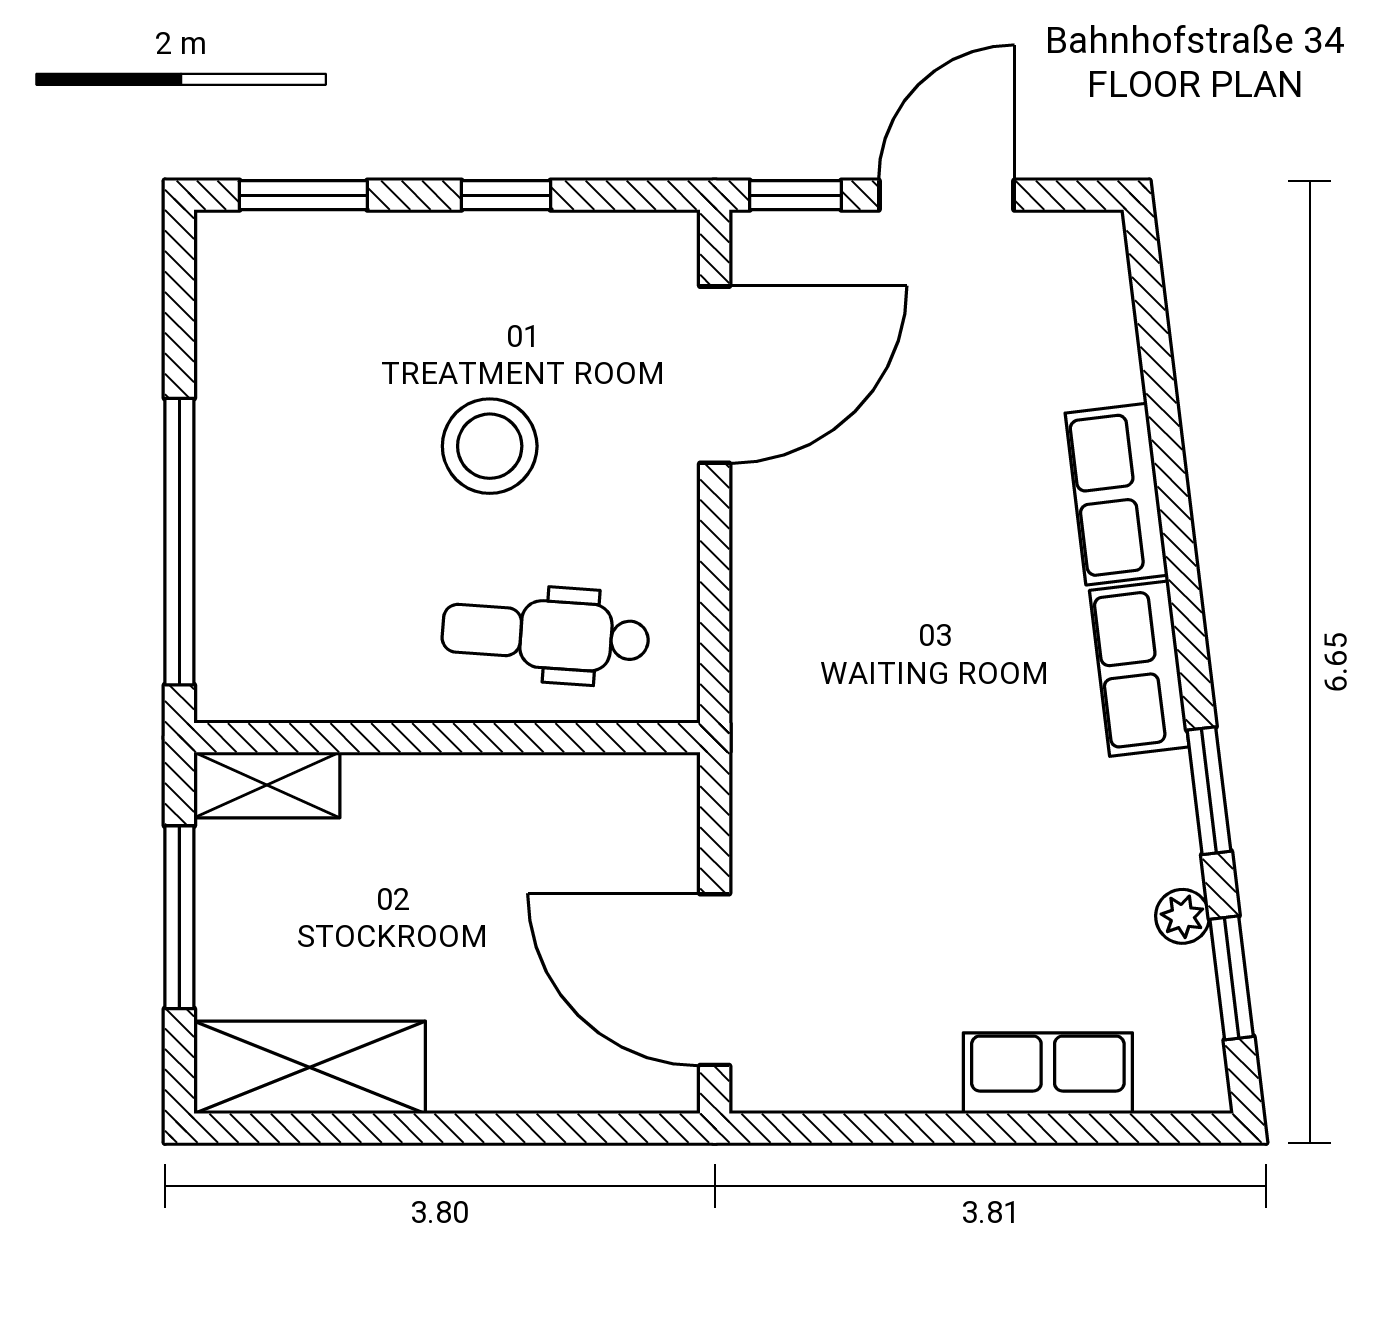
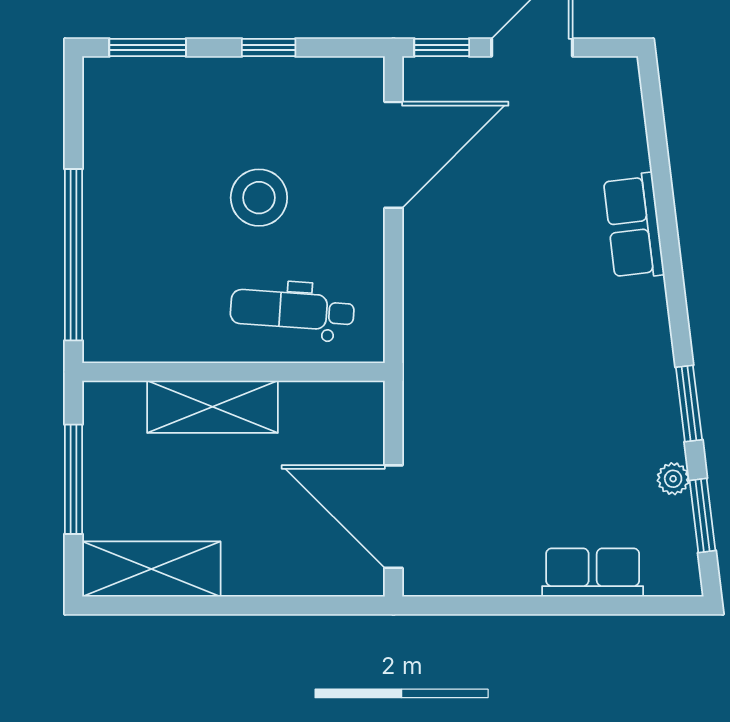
row of seats: (1139, 669) -> (647, 331), removed
shelving: (267, 785) -> (212, 407), moved, width x1.50, depth x1.33

